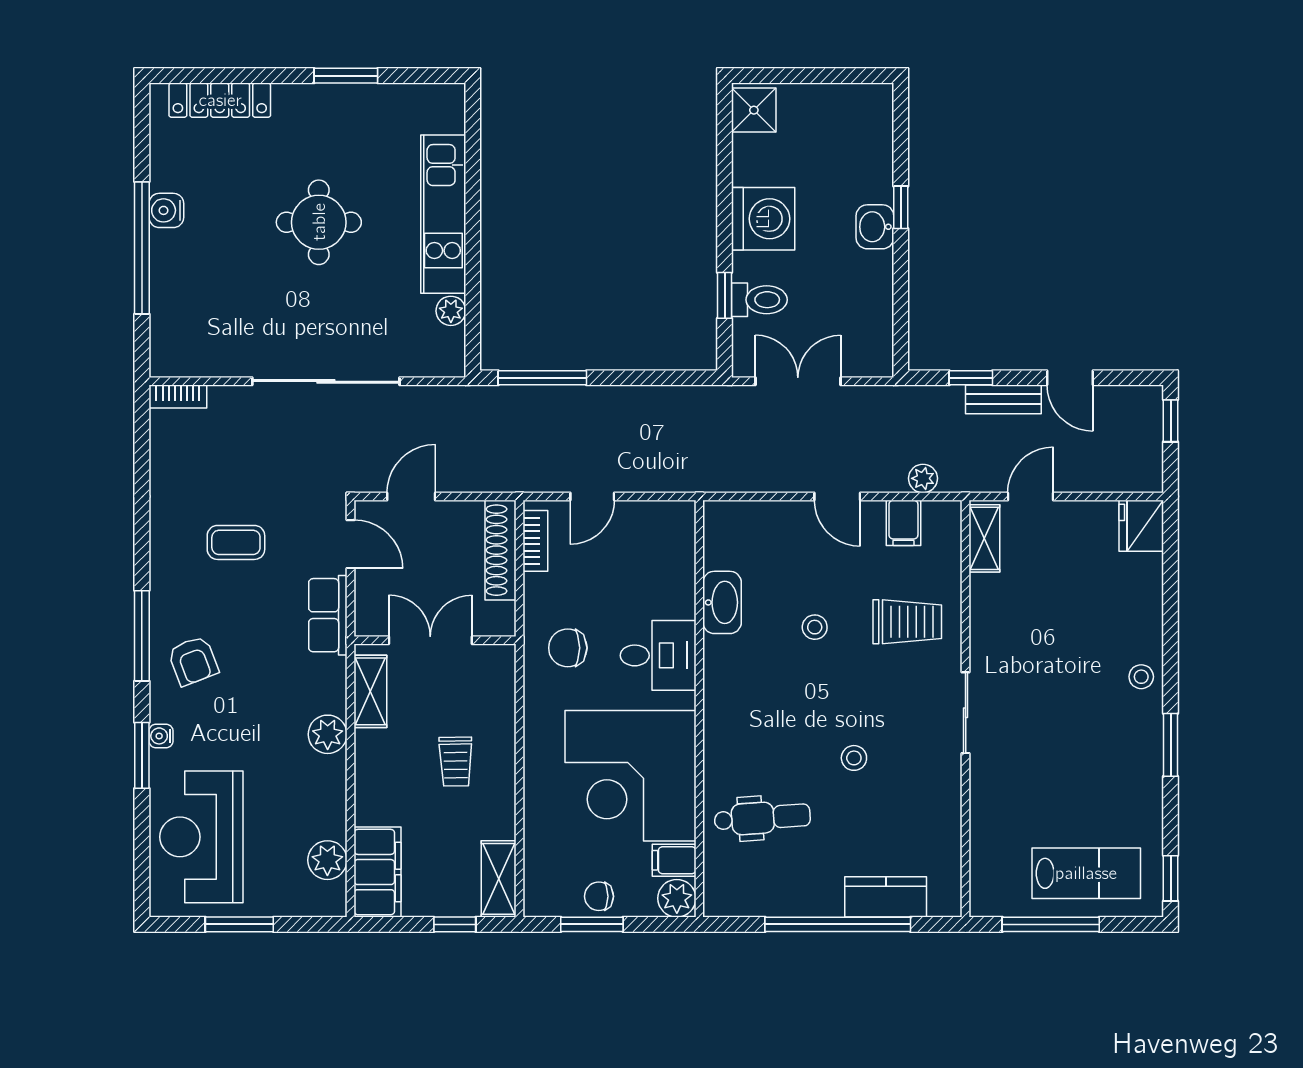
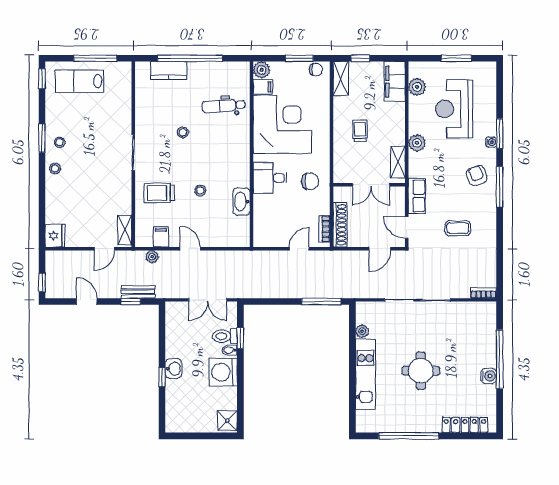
window: (346, 76) -> (409, 436), width x2.11
bidet: (749, 268) -> (230, 350), added
bench: (1003, 399) -> (138, 292), moved
stool: (1131, 736) -> (60, 142), added
reception desk: (201, 837) -> (454, 109), moved, turned 180
chair: (599, 896) -> (316, 70), moved

